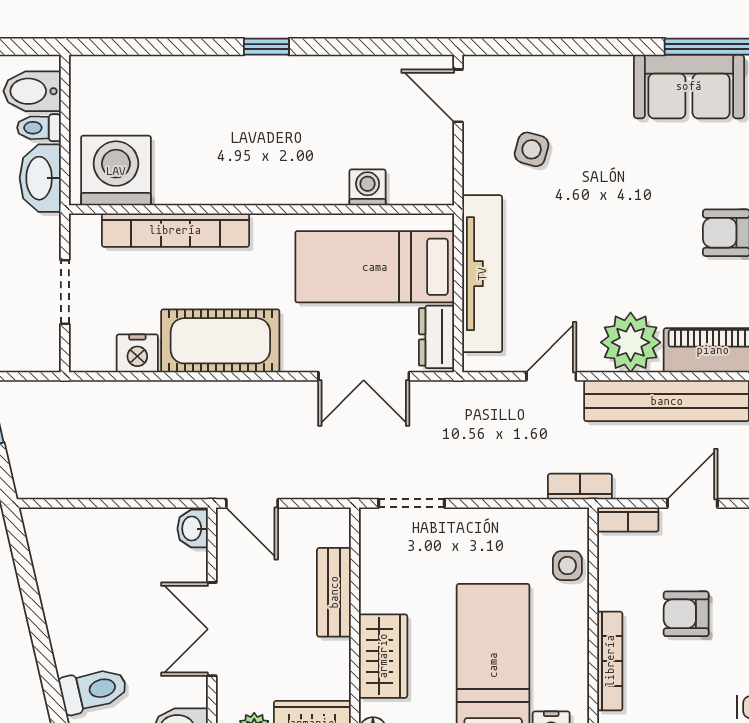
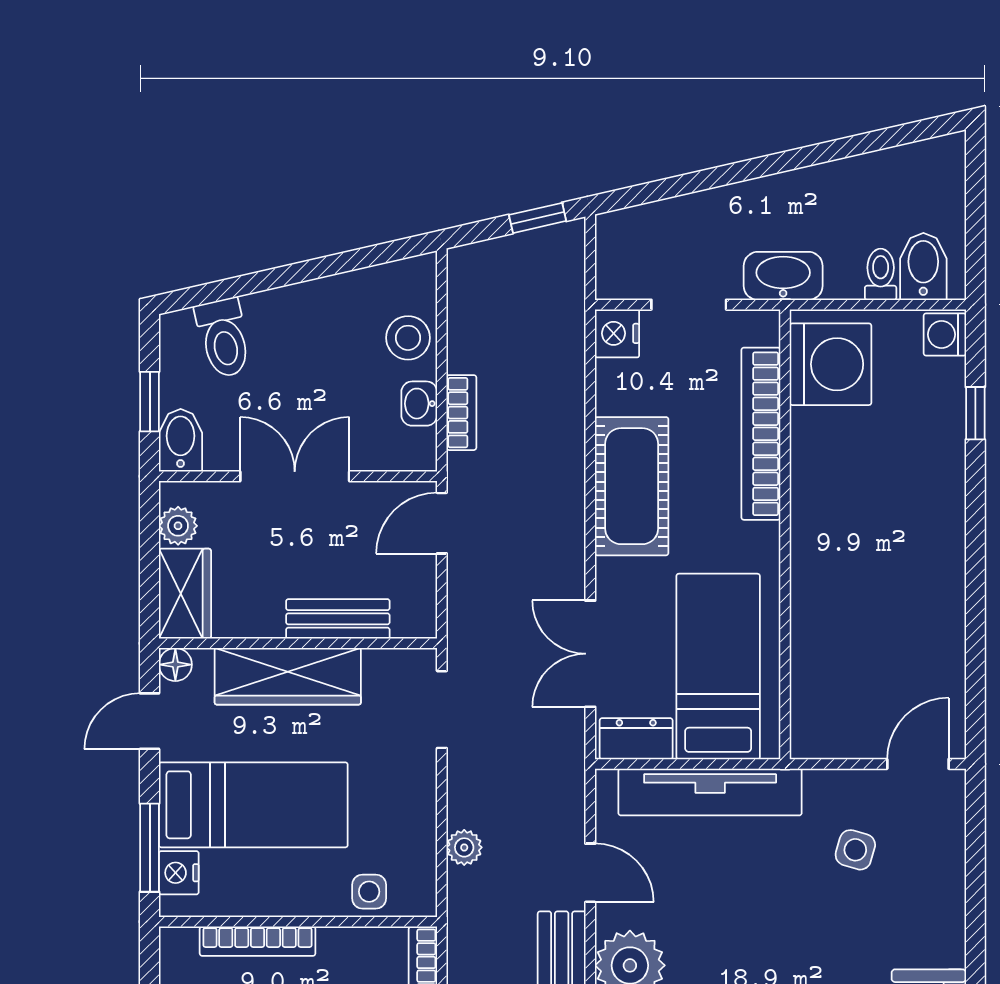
window: (266, 47) -> (975, 413), moved
washbasin: (40, 178) -> (783, 276), moved
washing machine: (368, 187) -> (945, 335), moved, turned 180
nightstand: (137, 353) -> (617, 333), moved
plant: (530, 484) -> (464, 847), added
bookcase: (580, 487) -> (461, 413), moved
washbasin: (193, 529) -> (419, 404), moved, turned -90
stool: (93, 532) -> (408, 338), added
wardrobe: (383, 656) -> (288, 676), width x1.50

